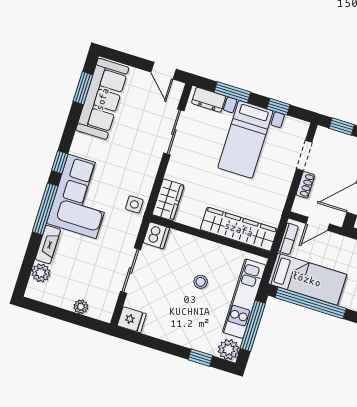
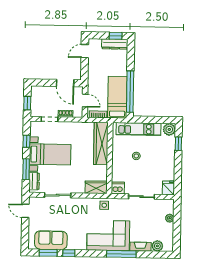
door: (163, 71) -> (25, 211), swing flipped
sofa: (102, 99) -> (51, 240), width x0.73
window: (60, 162) -> (69, 253), moved
window: (253, 326) -> (152, 120), removed

